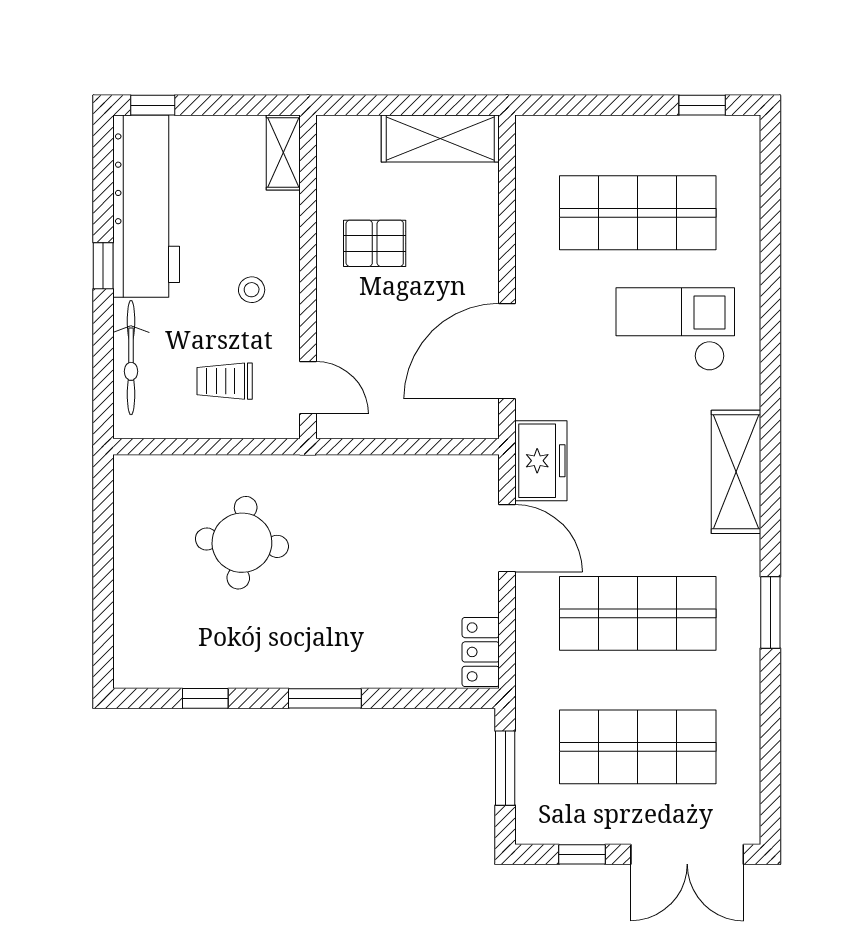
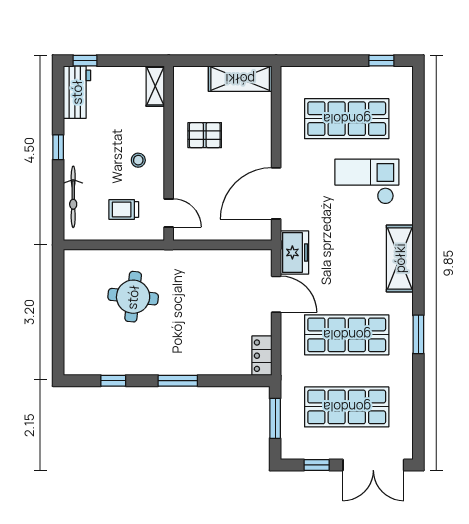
workbench: (146, 206) -> (77, 92), width x0.53, depth x0.76

